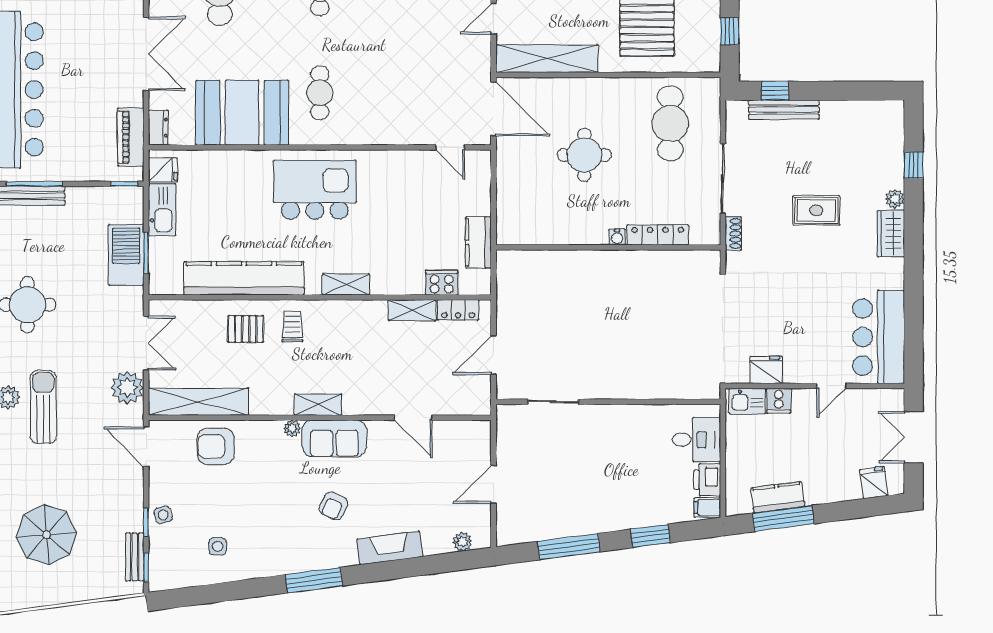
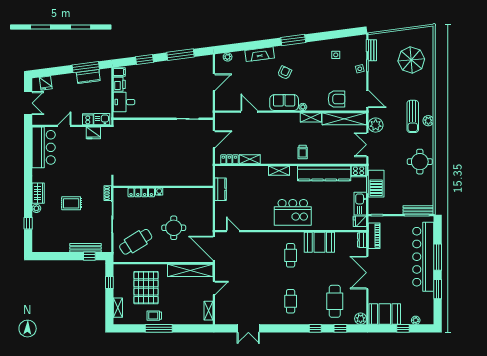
booth: (242, 113) -> (319, 242), width x0.73, depth x0.70
cafe table: (670, 123) -> (136, 242), turned 58
cooker: (442, 283) -> (359, 171), moved
pallet: (246, 329) -> (323, 151), removed
shelving: (318, 405) -> (311, 117), moved

